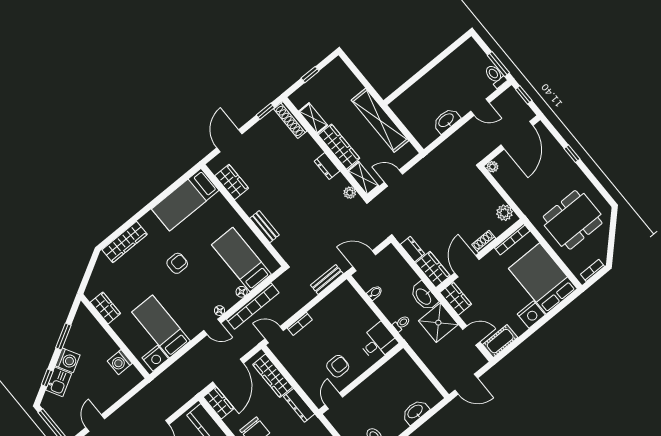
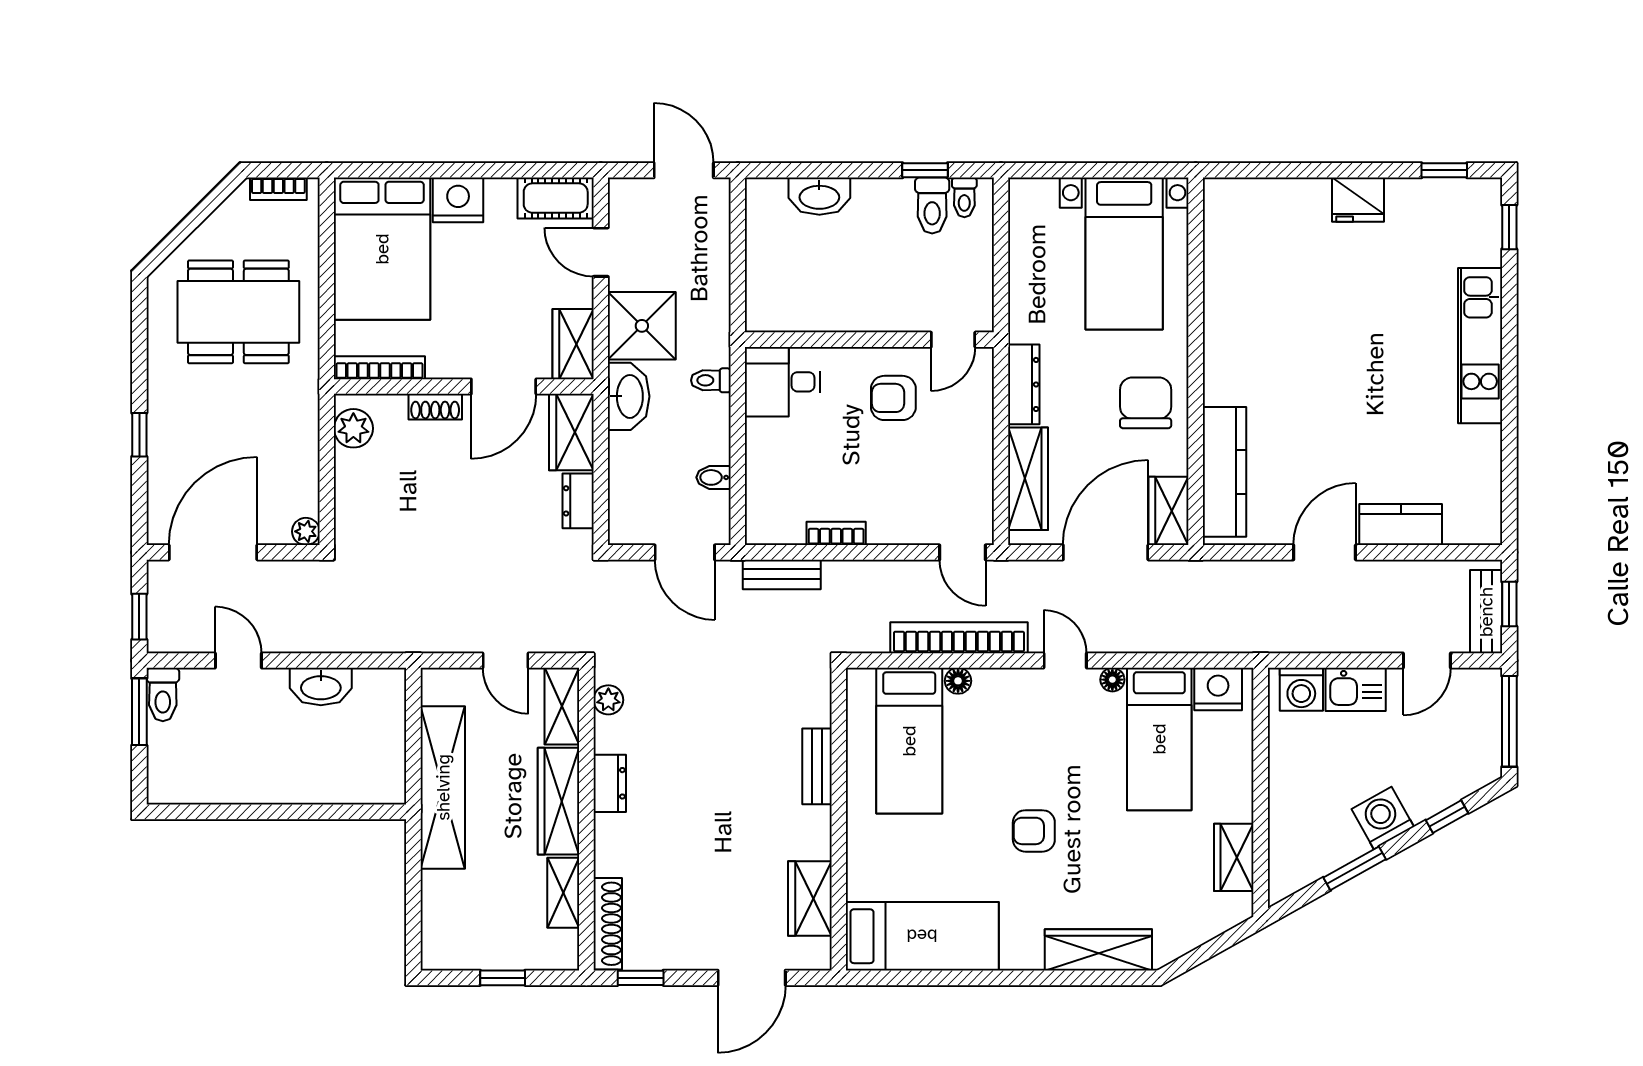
floor lamp: (220, 311) -> (1112, 680), moved
bookcase: (300, 324) -> (836, 533), moved
washing machine: (120, 362) -> (1301, 689), moved, turned 90
kitchen sink: (59, 382) -> (1356, 689), moved, turned -151

